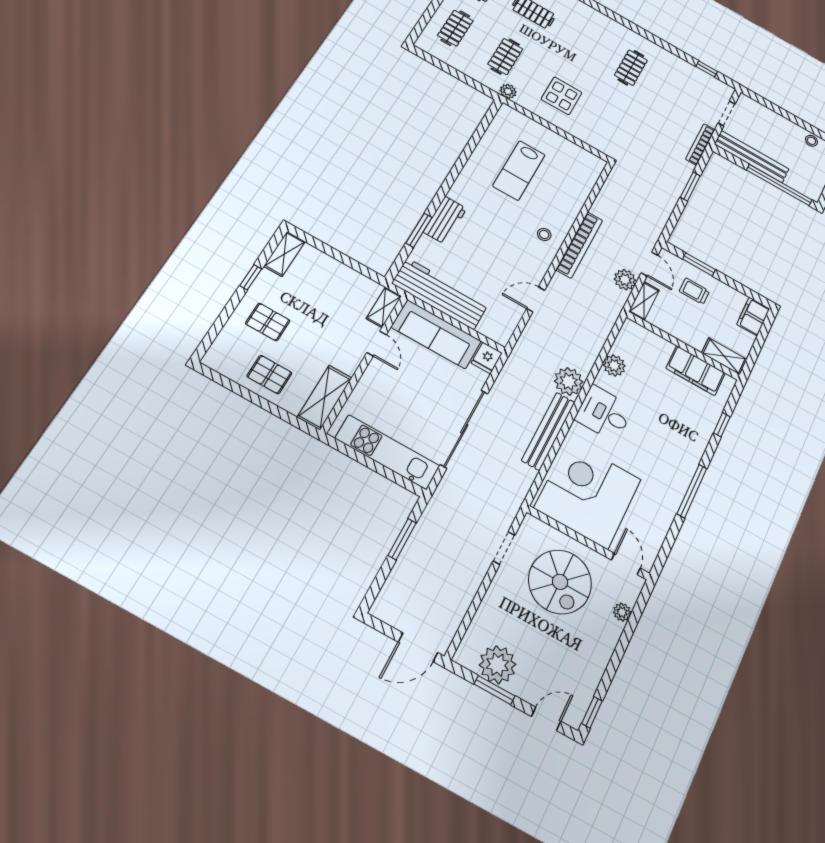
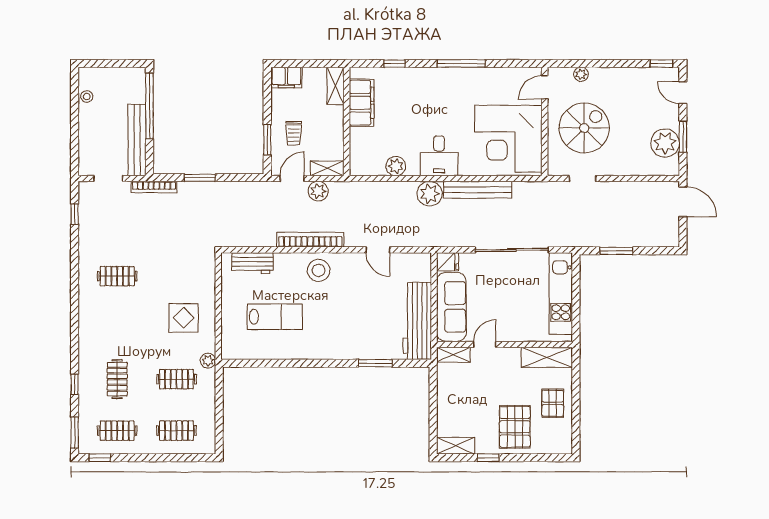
workbench: (445, 220) -> (252, 263), moved, turned 180
stool: (544, 234) -> (319, 270), width x1.89, depth x1.89
pallet: (268, 322) -> (515, 427), width x1.50, depth x1.42

